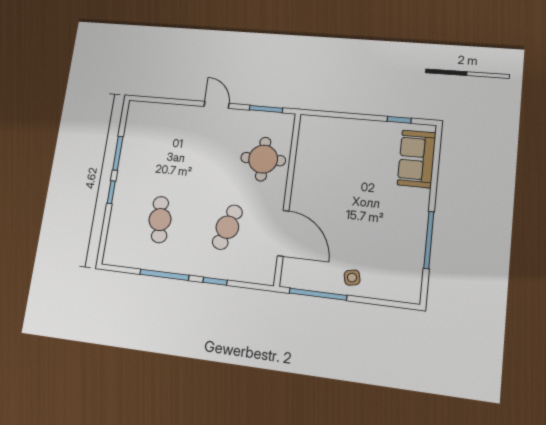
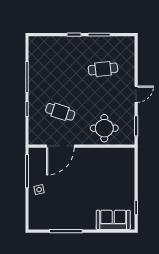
cafe table: (160, 220) -> (103, 69), moved

